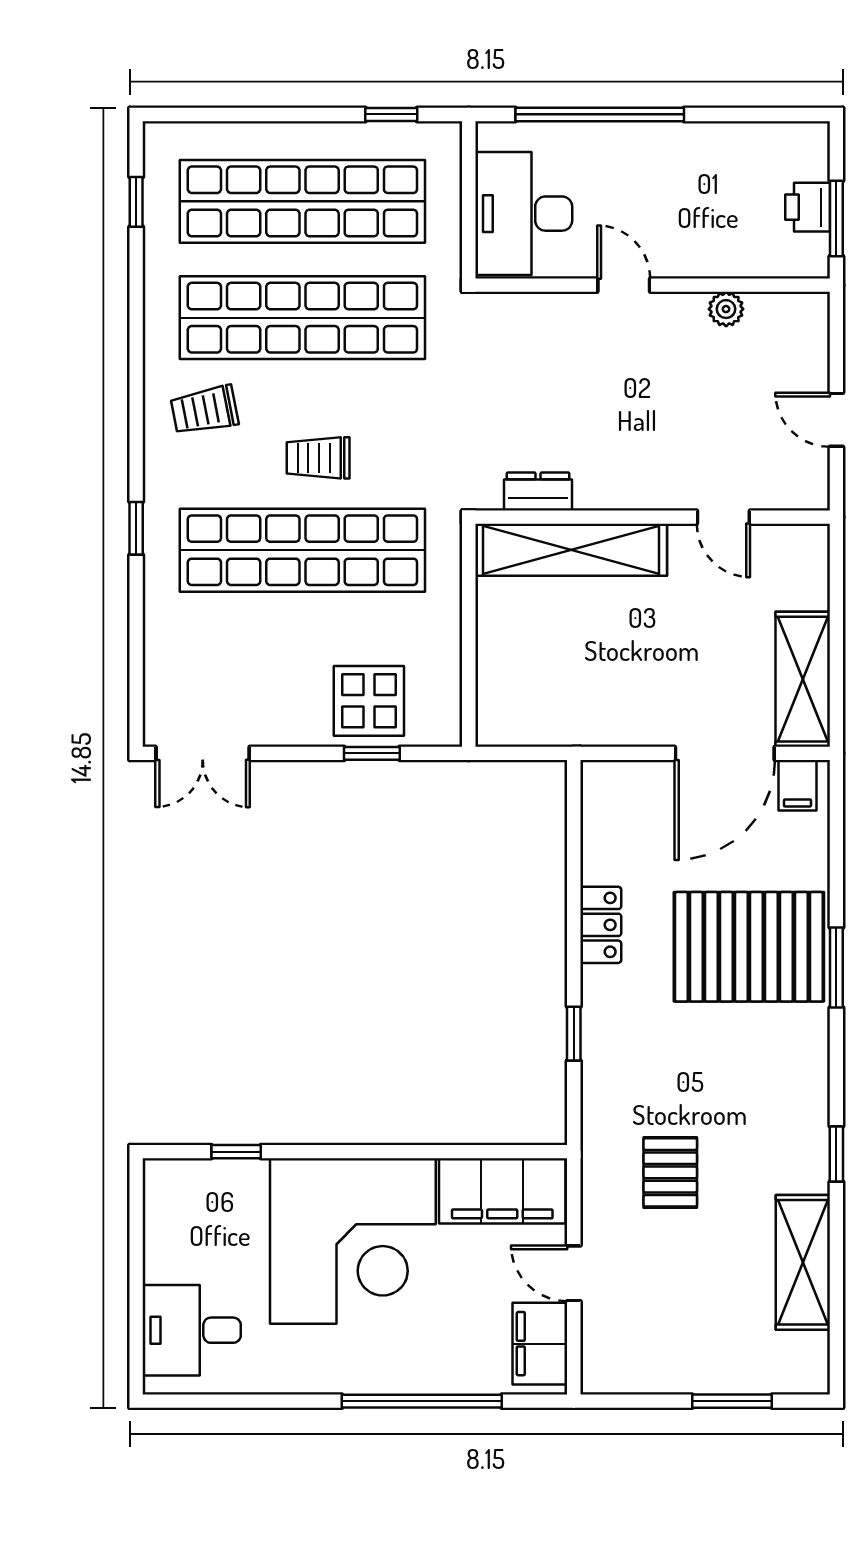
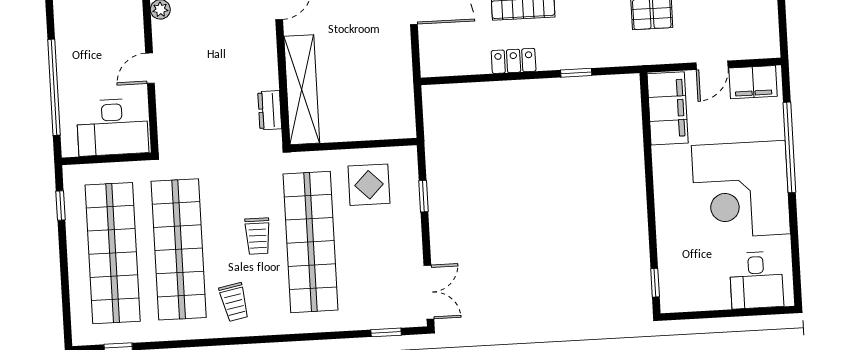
window: (136, 528) -> (386, 332), moved
display table: (369, 701) -> (369, 185), moved
window: (236, 1152) -> (655, 283), moved
corner desk: (353, 1241) -> (741, 190), moved, turned 180

